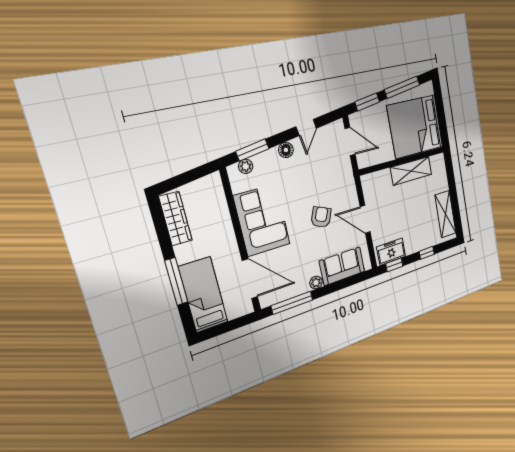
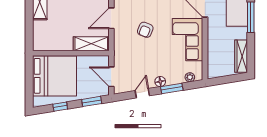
window: (402, 87) -> (60, 107), width x0.46
window: (252, 150) -> (172, 88), moved
shelving: (411, 171) -> (91, 44), moved
door: (365, 219) -> (111, 18), swing flipped

